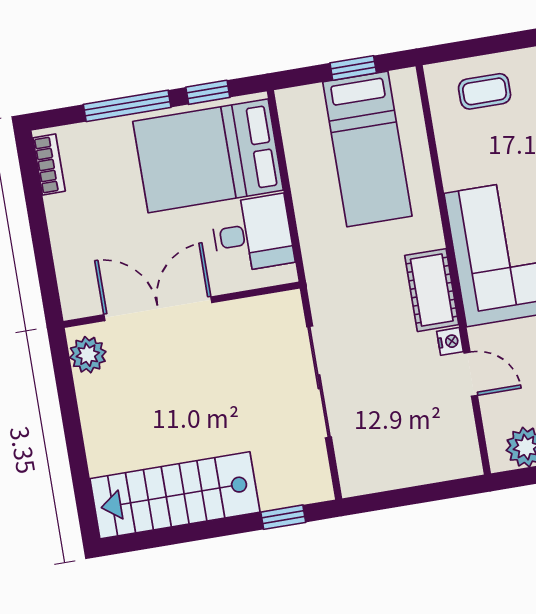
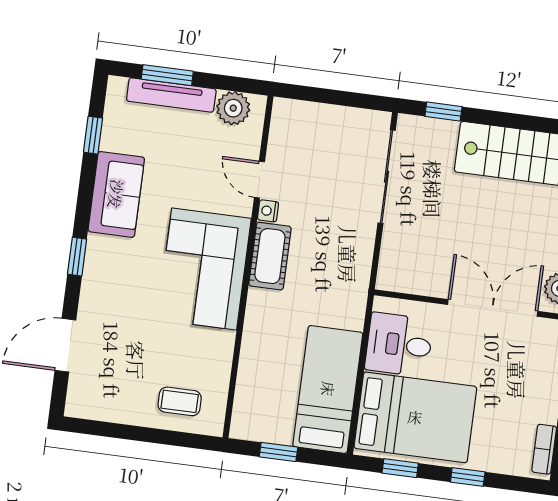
window: (127, 106) -> (468, 477), width x0.46
bed: (367, 149) -> (328, 389), moved
double door: (158, 309) -> (493, 308), swing flipped
sliding door: (319, 382) -> (387, 177), moved

